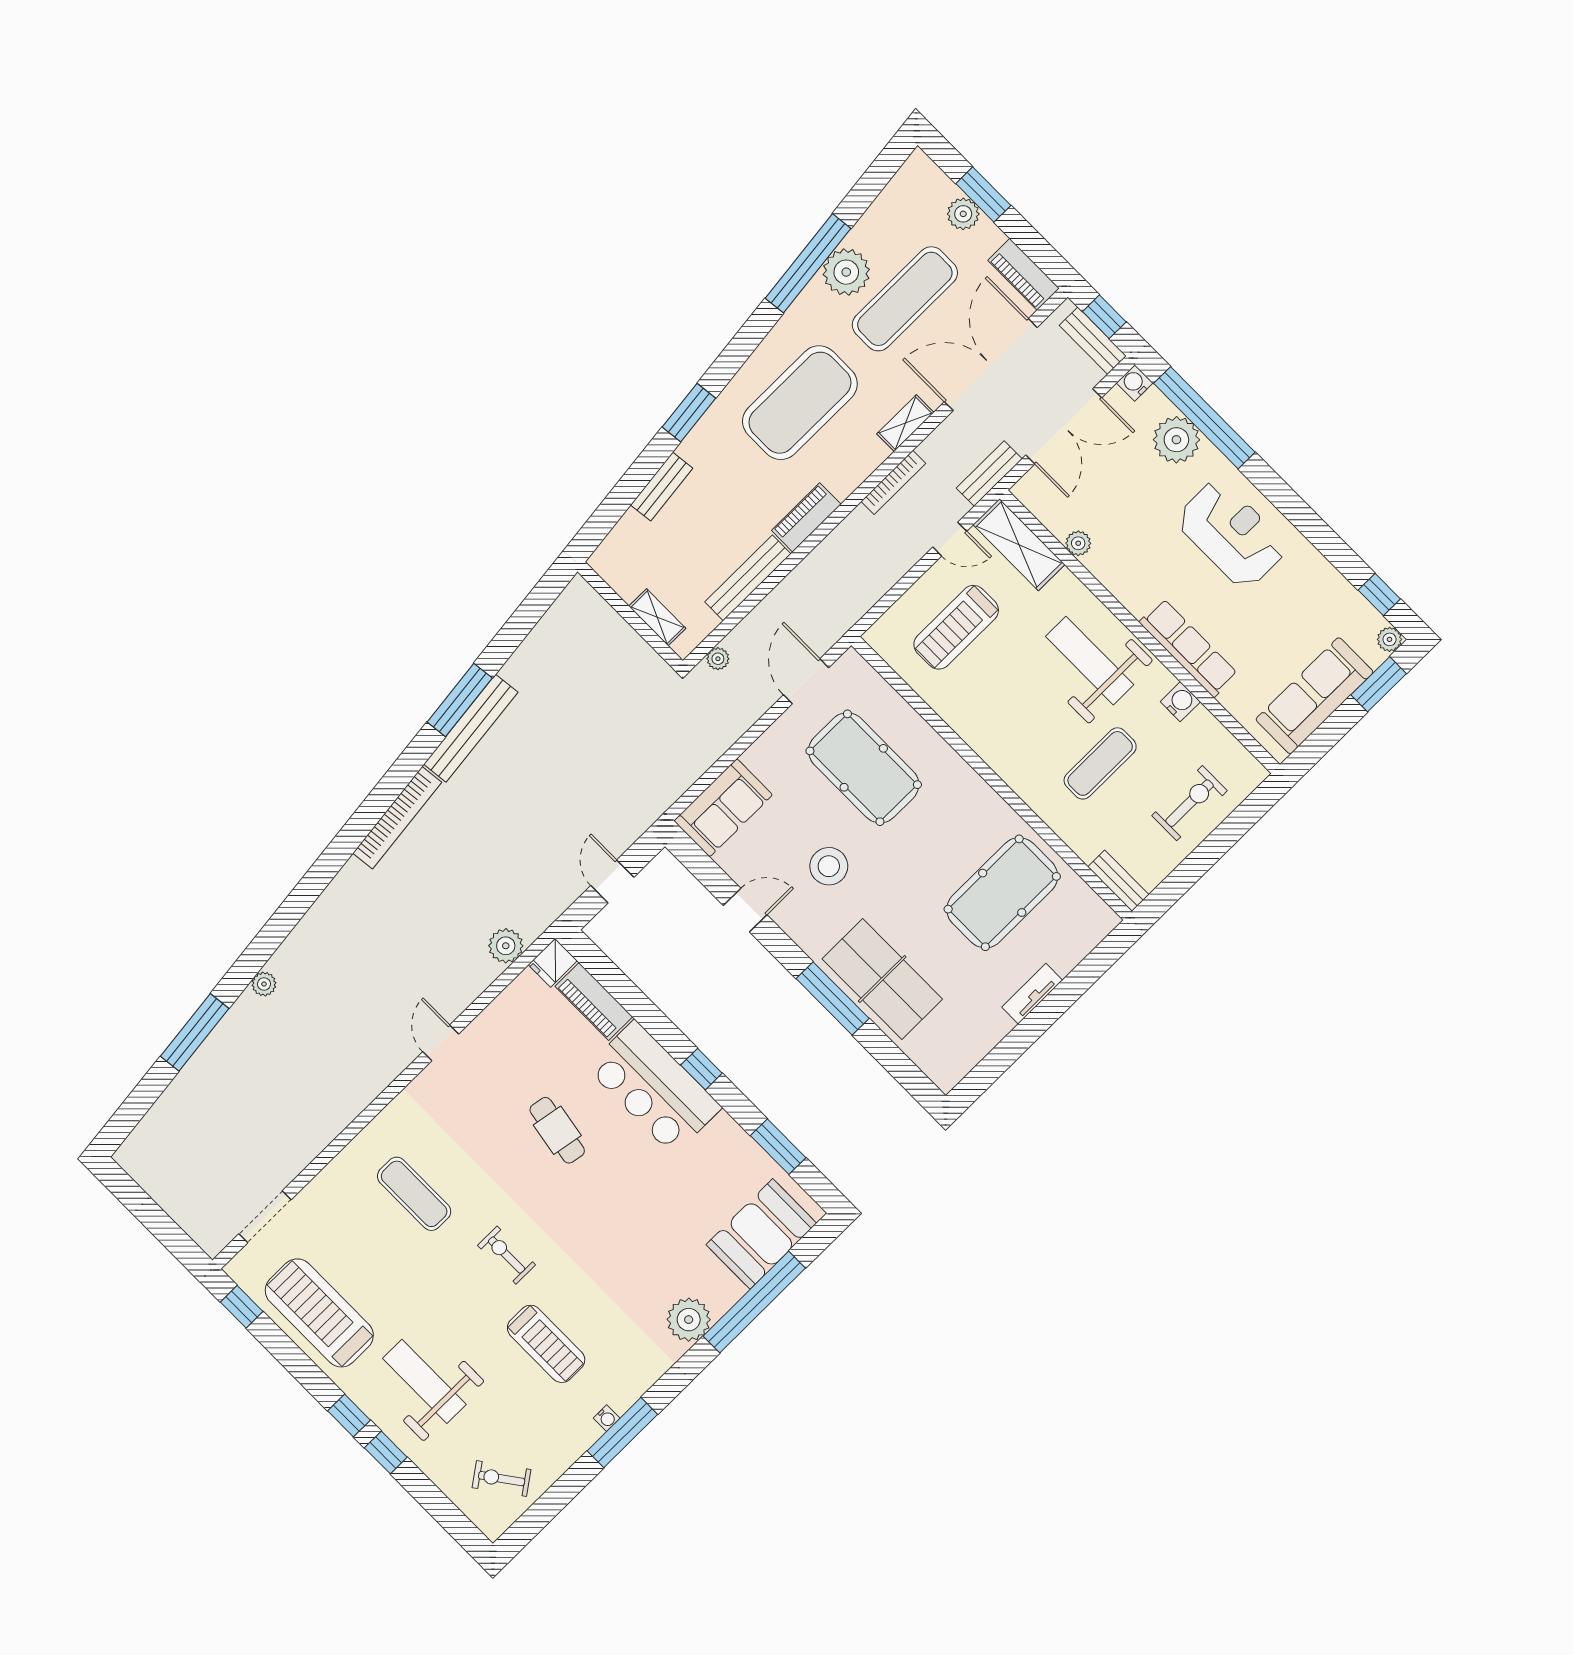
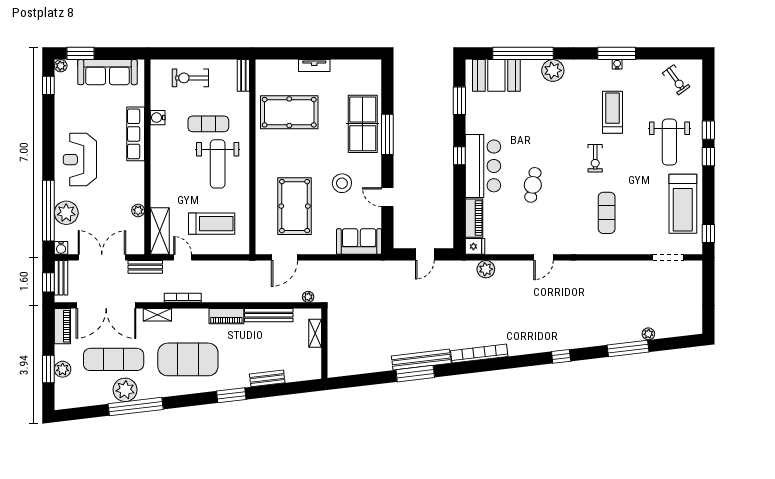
weight bench: (1090, 661) -> (218, 164), moved
window: (278, 928) -> (561, 356), added
plant: (264, 984) -> (648, 334), moved

